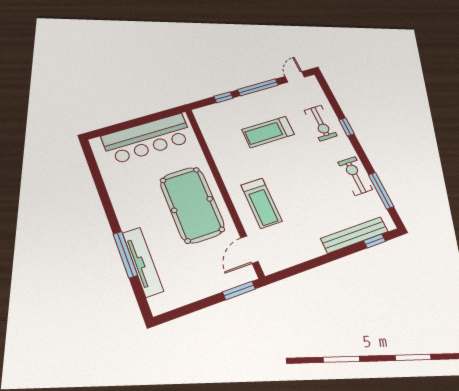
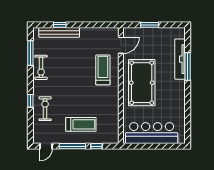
treadmill: (268, 132) -> (81, 124), moved
window: (375, 241) -> (60, 25), moved
window: (239, 291) -> (150, 25), moved

